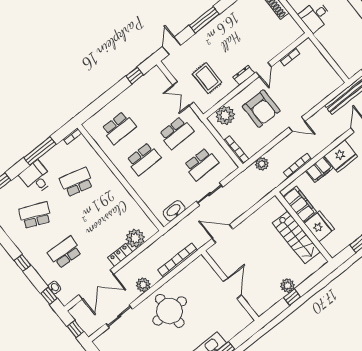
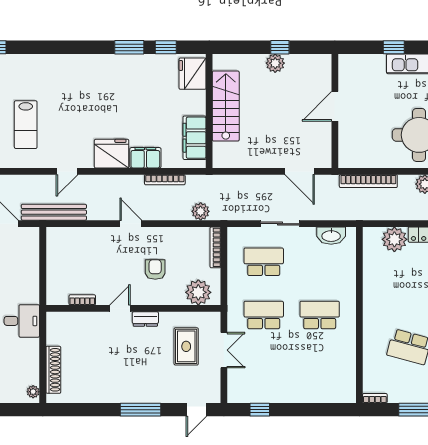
armchair: (261, 109) -> (155, 270), width x0.53, depth x0.53
school desk: (119, 128) -> (320, 368), removed
fridge: (319, 226) -> (193, 74), moved

